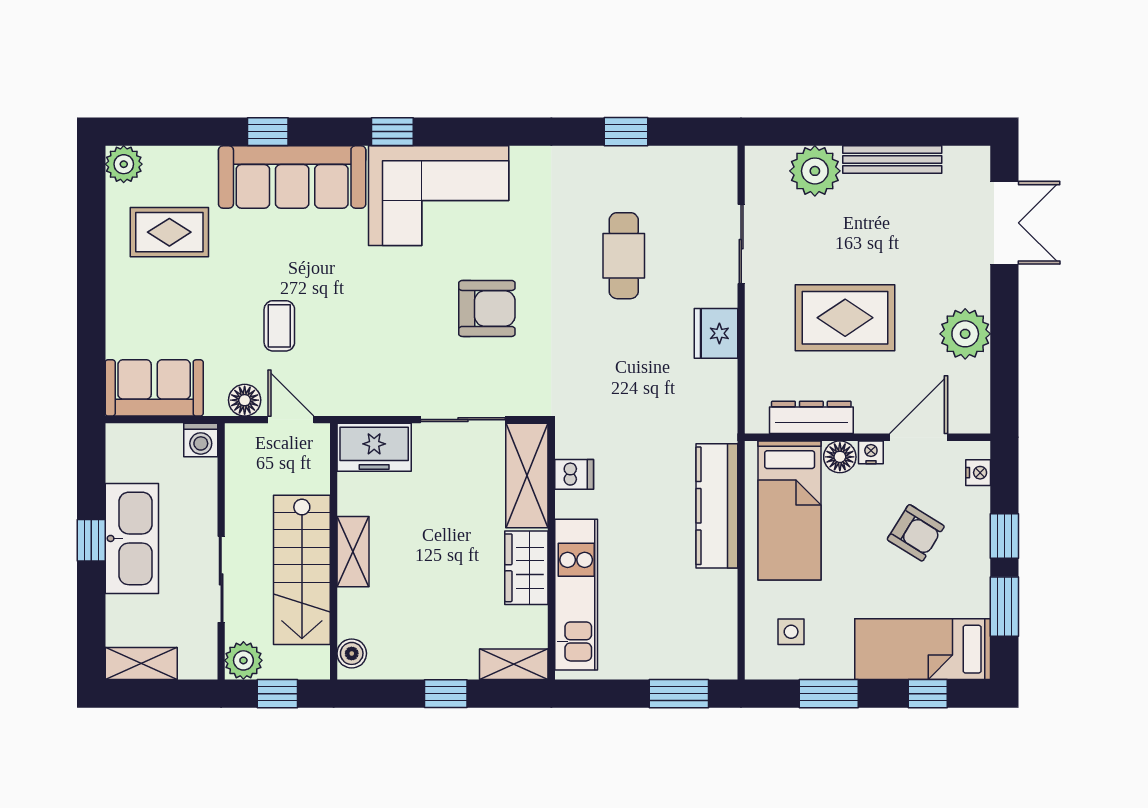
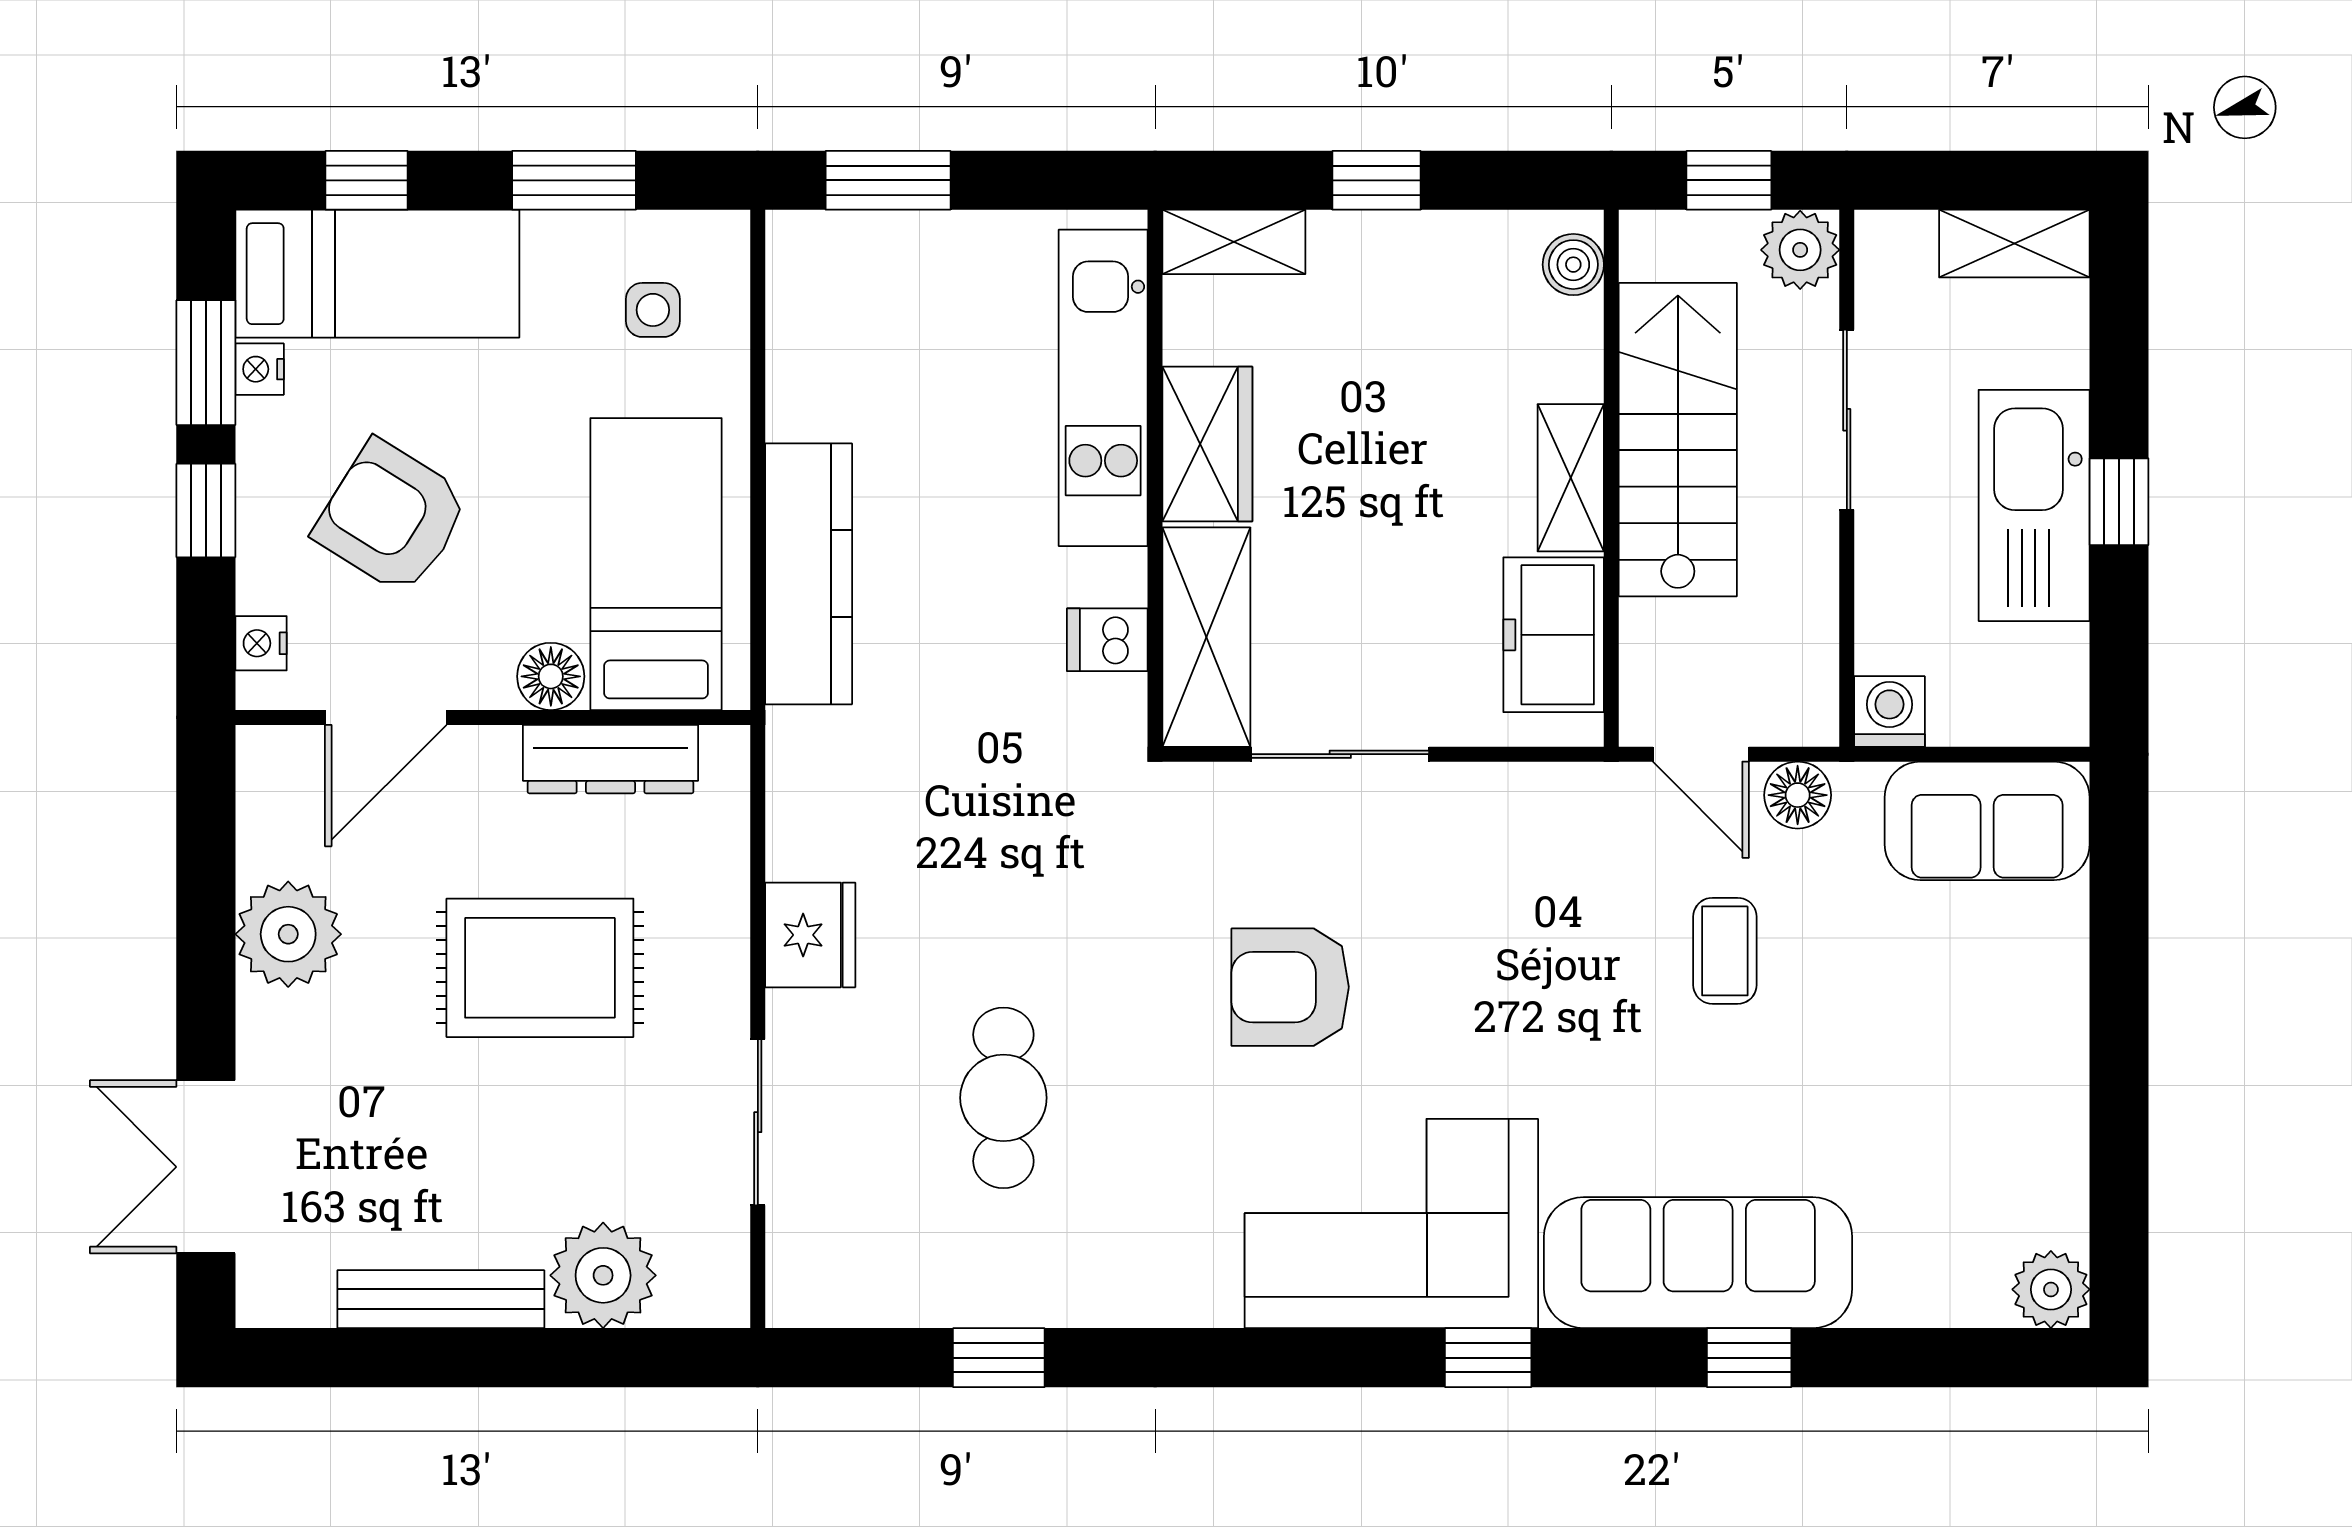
rug: (169, 232) -> (1955, 1147), removed
freezer: (374, 447) -> (1554, 635), moved, turned -90
nightstand: (871, 452) -> (260, 369), moved, turned 90
armchair: (916, 533) -> (392, 517), width x1.38, depth x1.38

